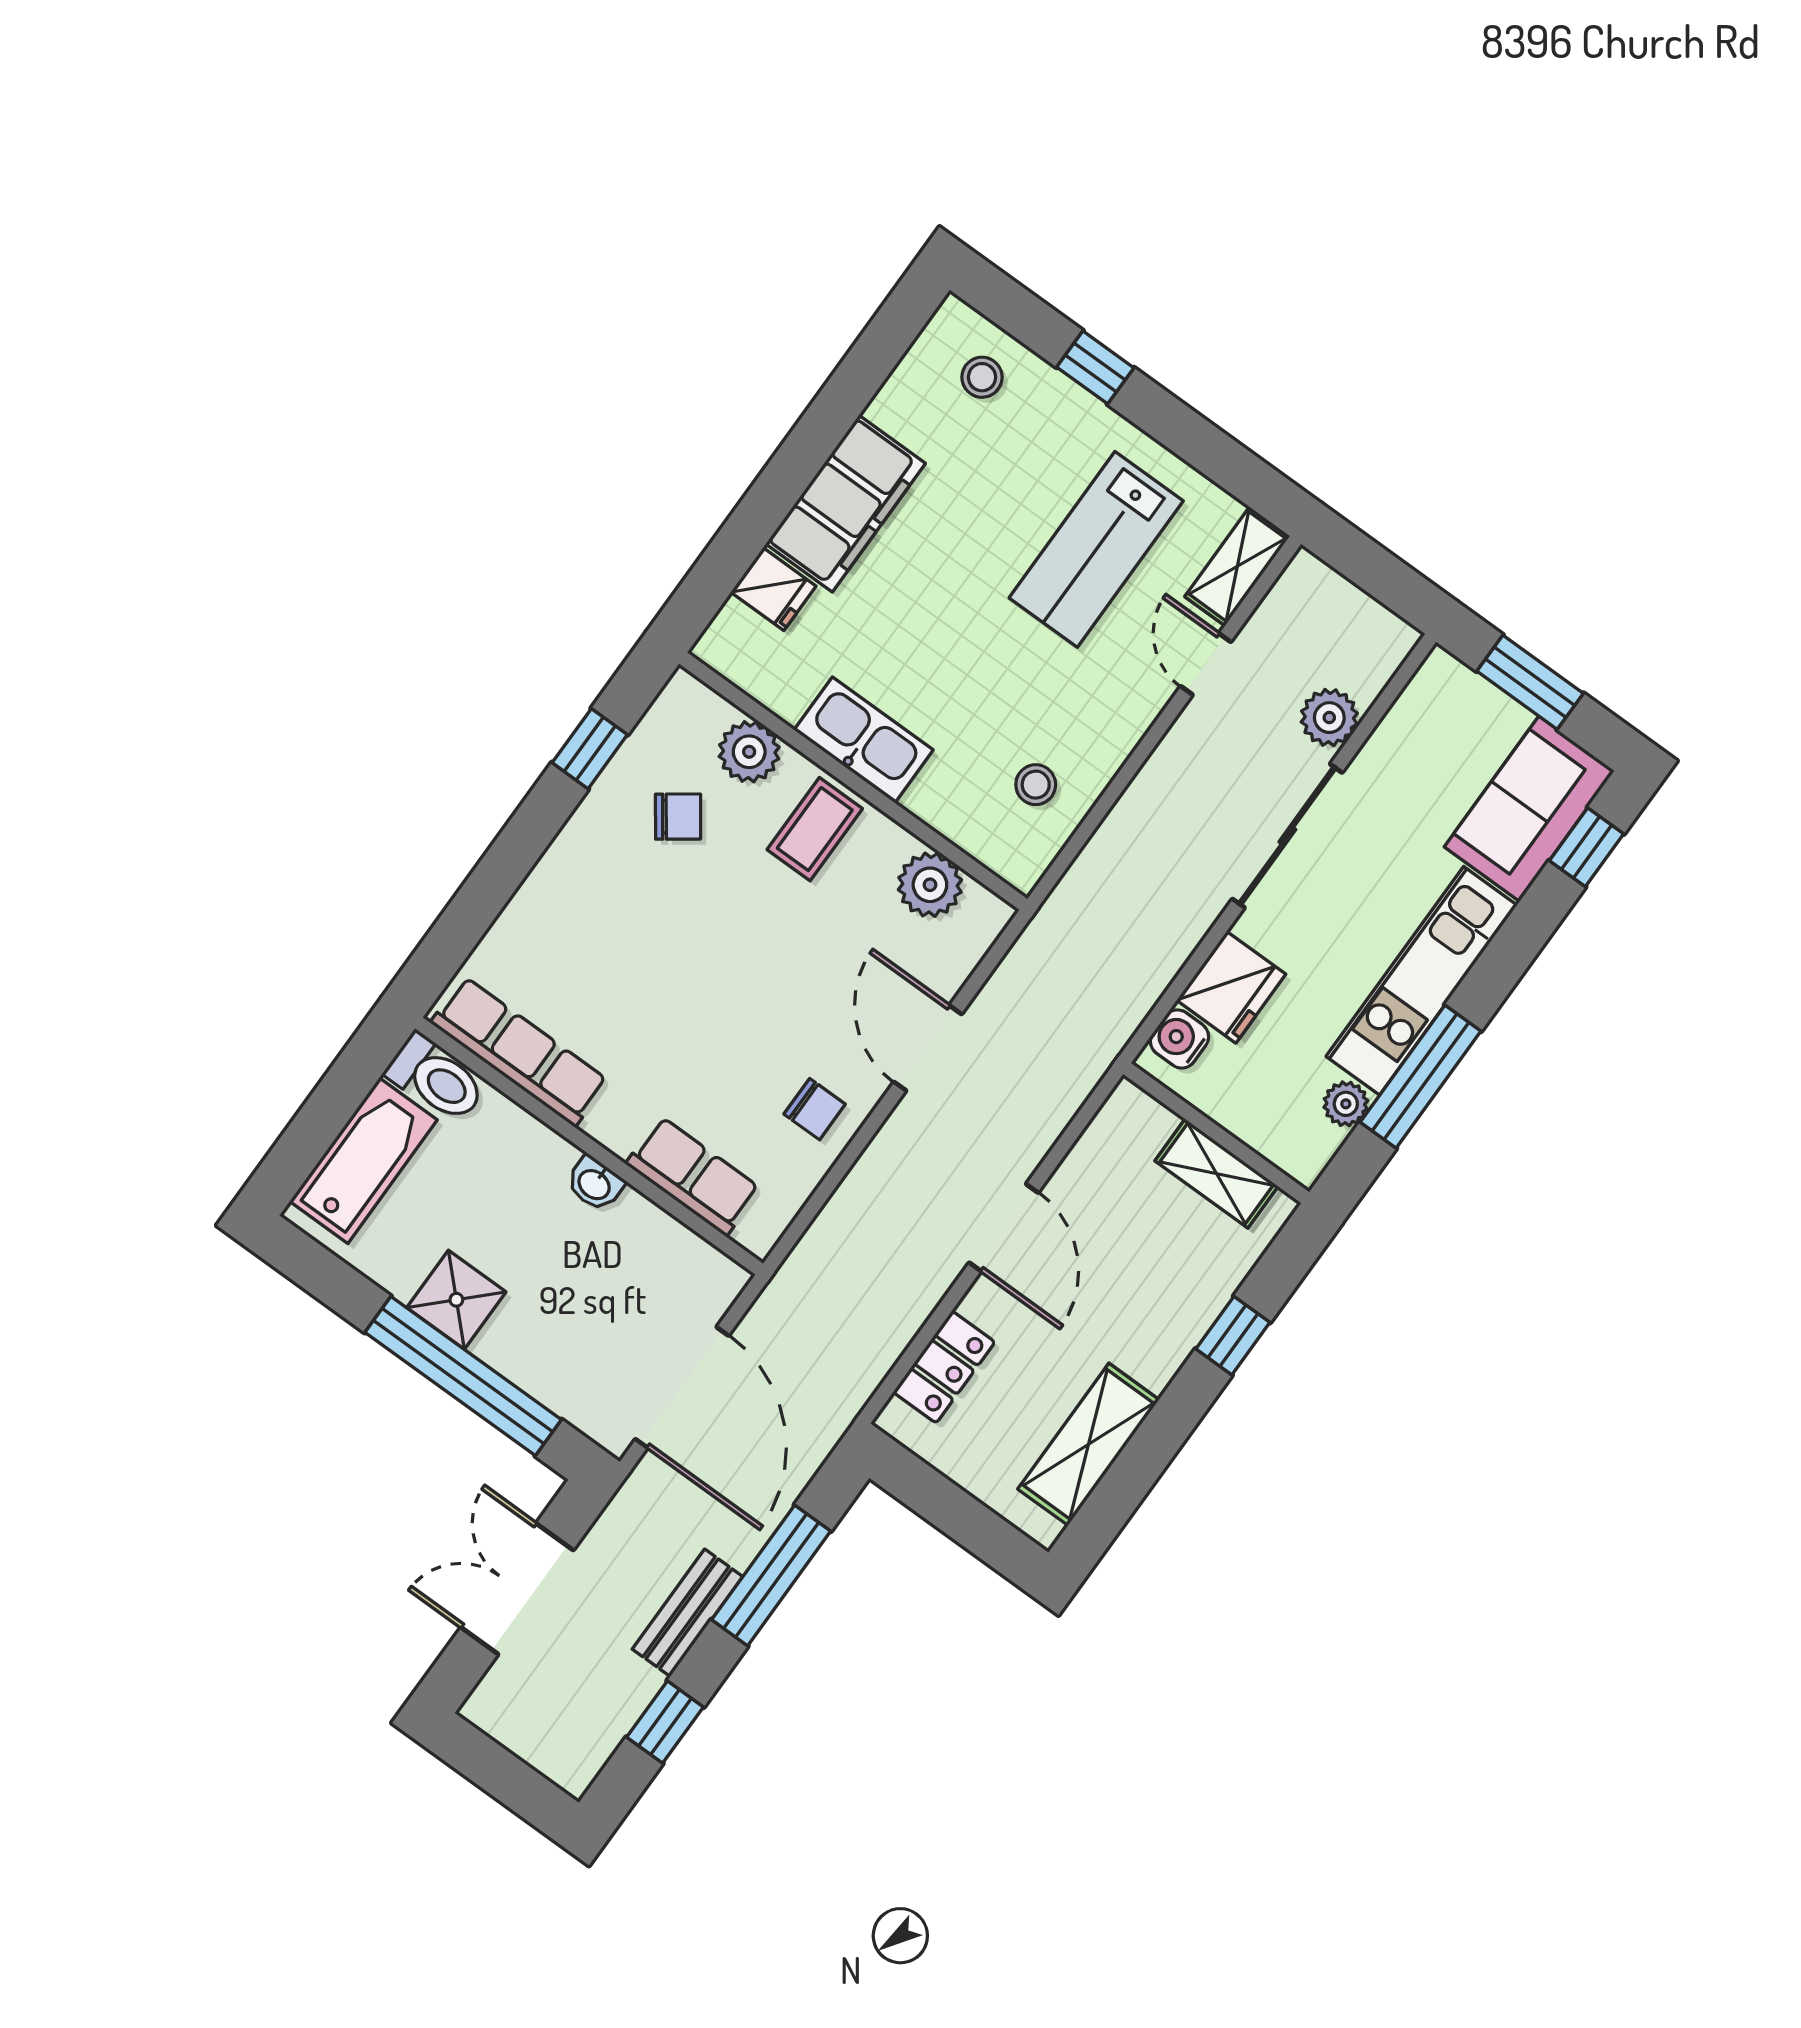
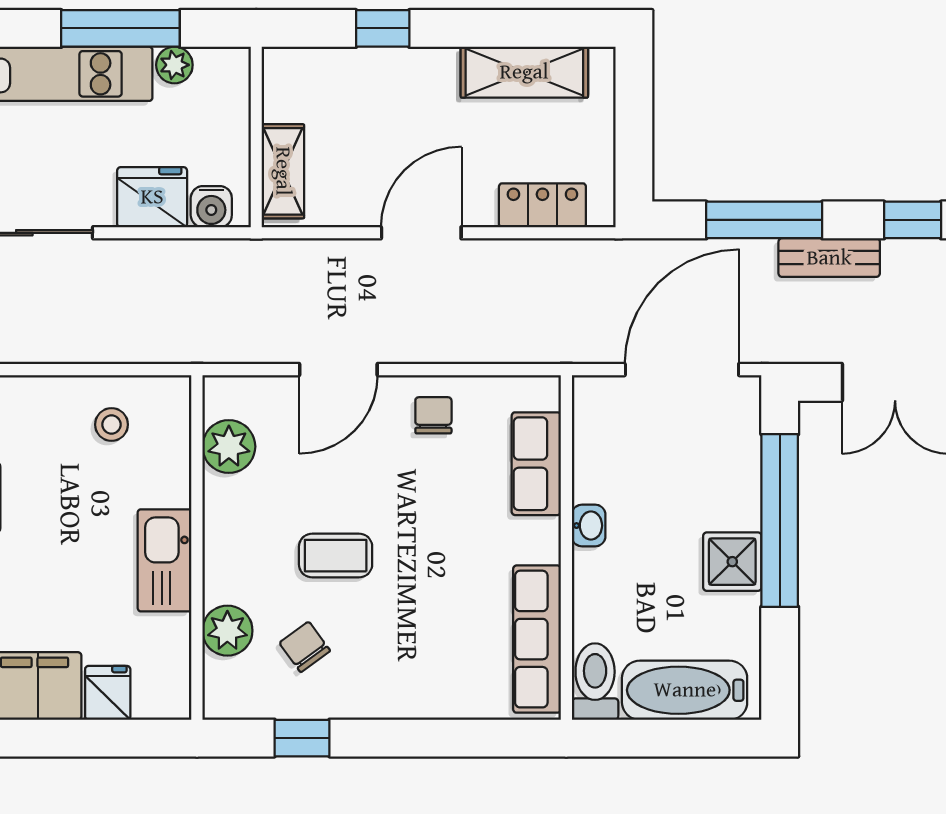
coffee table: (815, 829) -> (336, 556), moved
shelving: (1217, 1174) -> (283, 171), moved

